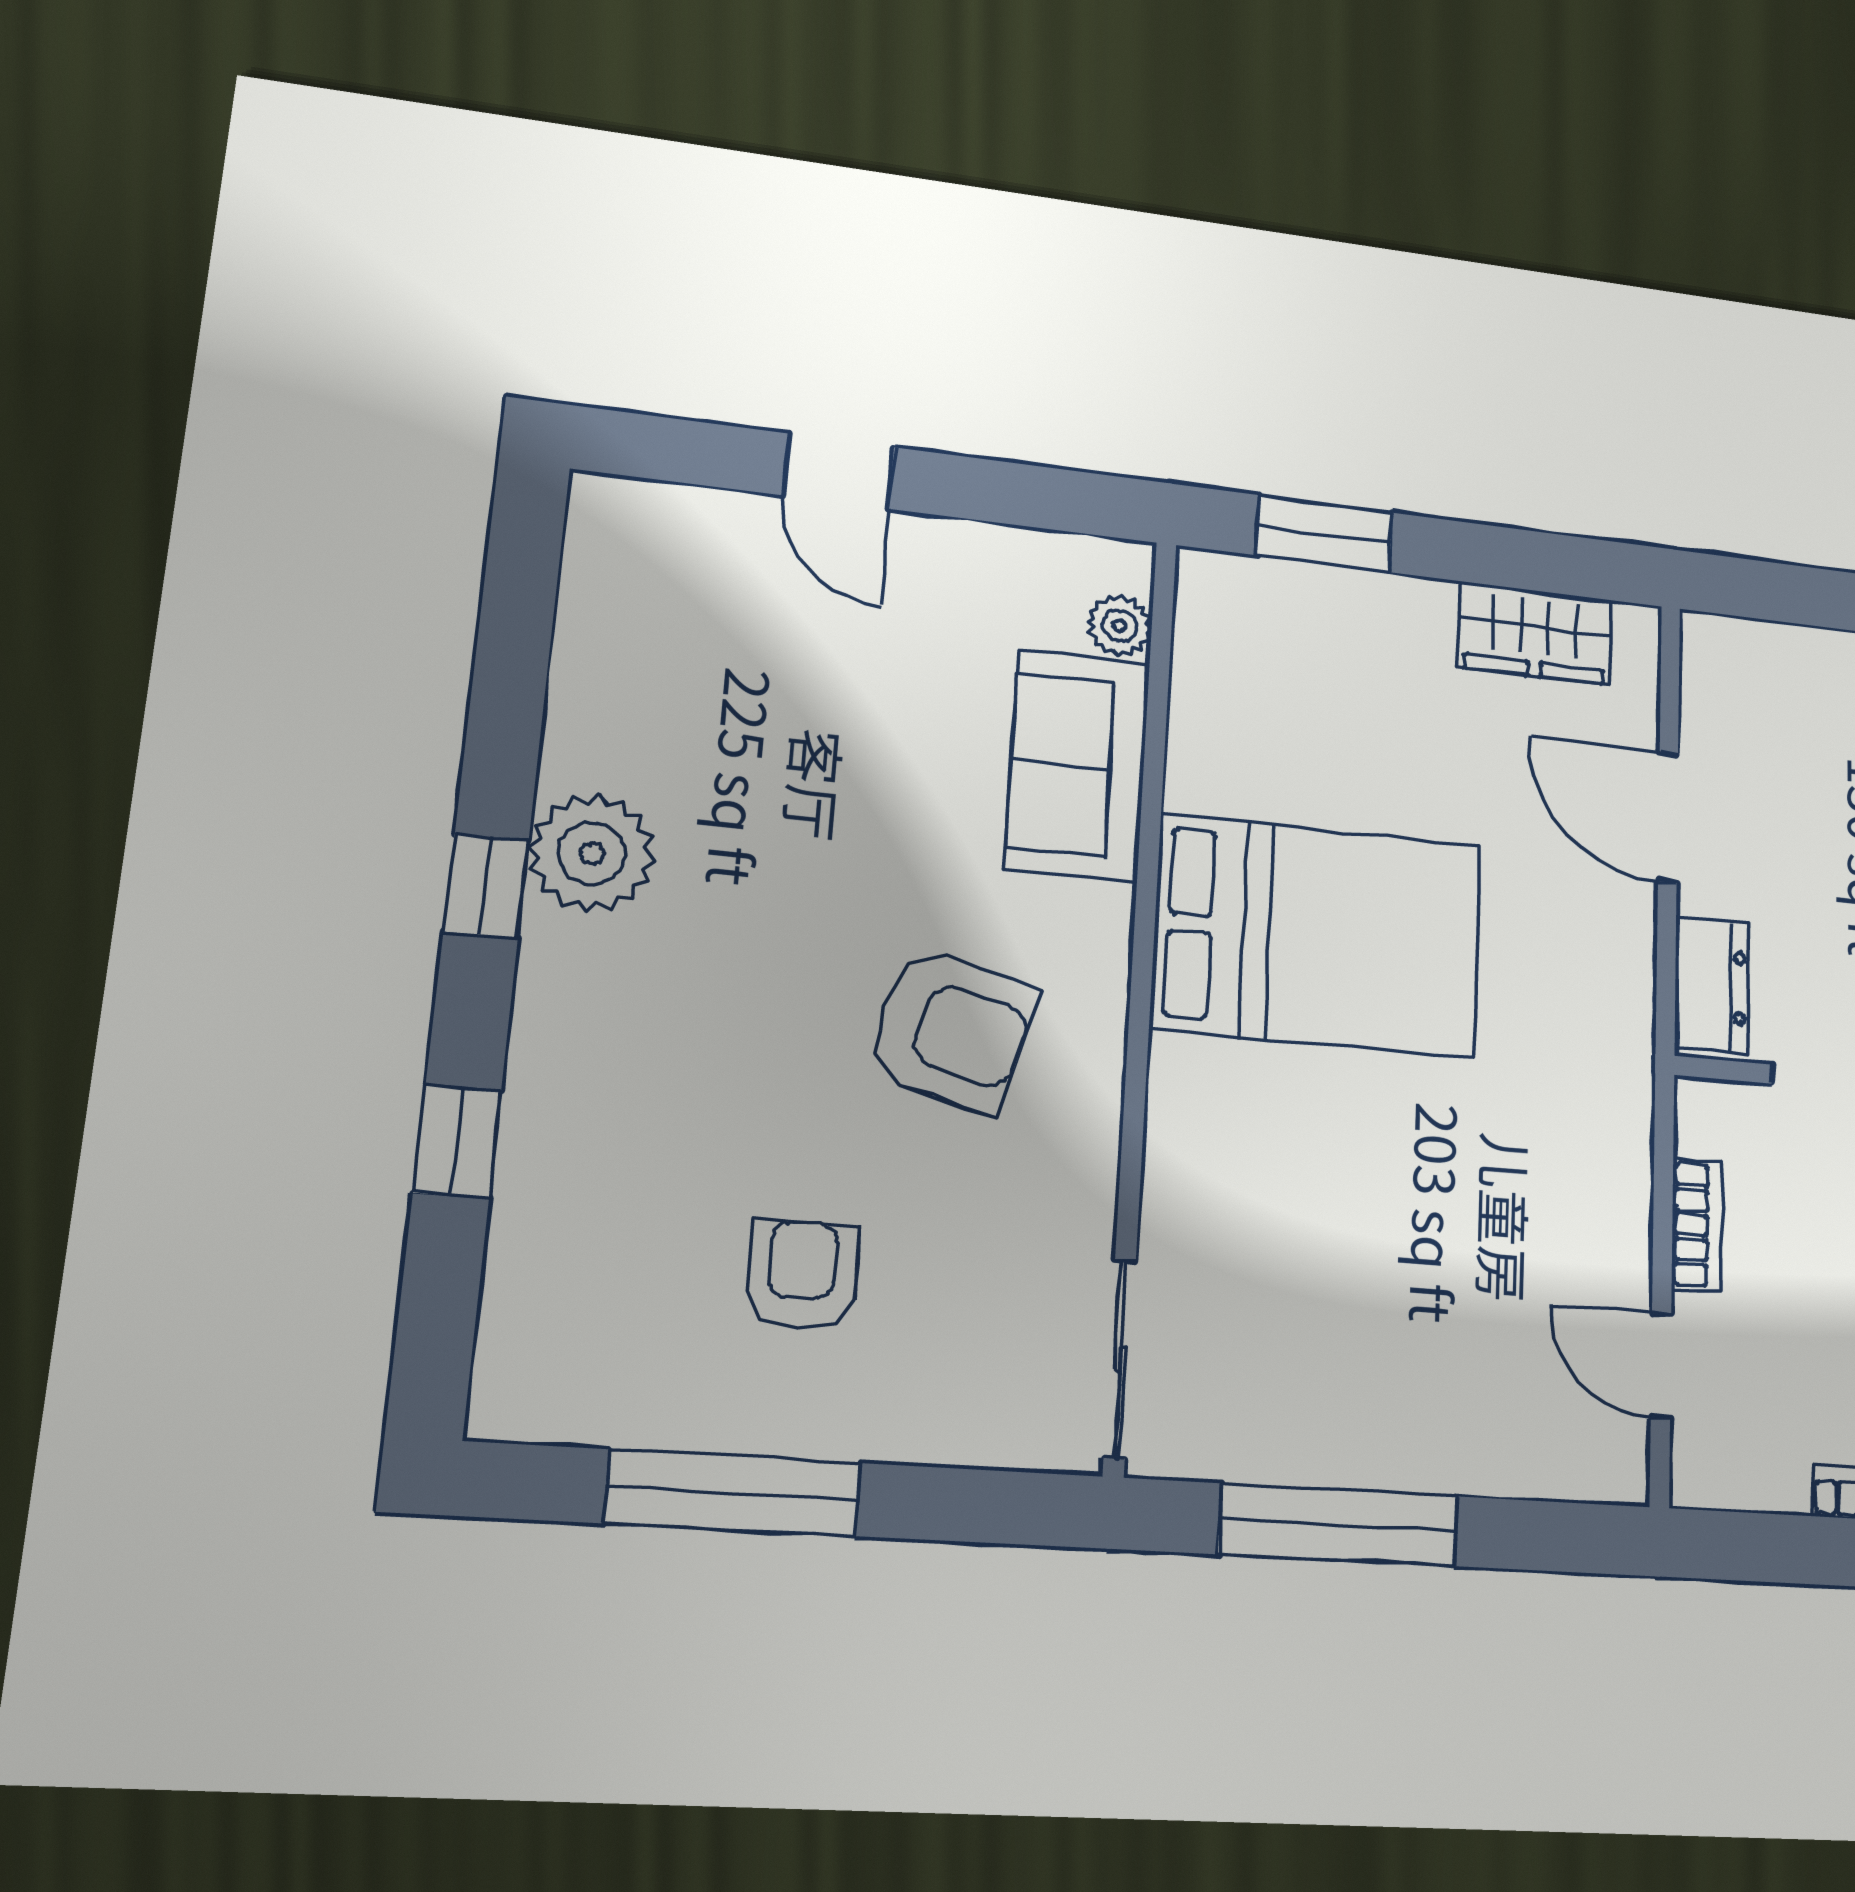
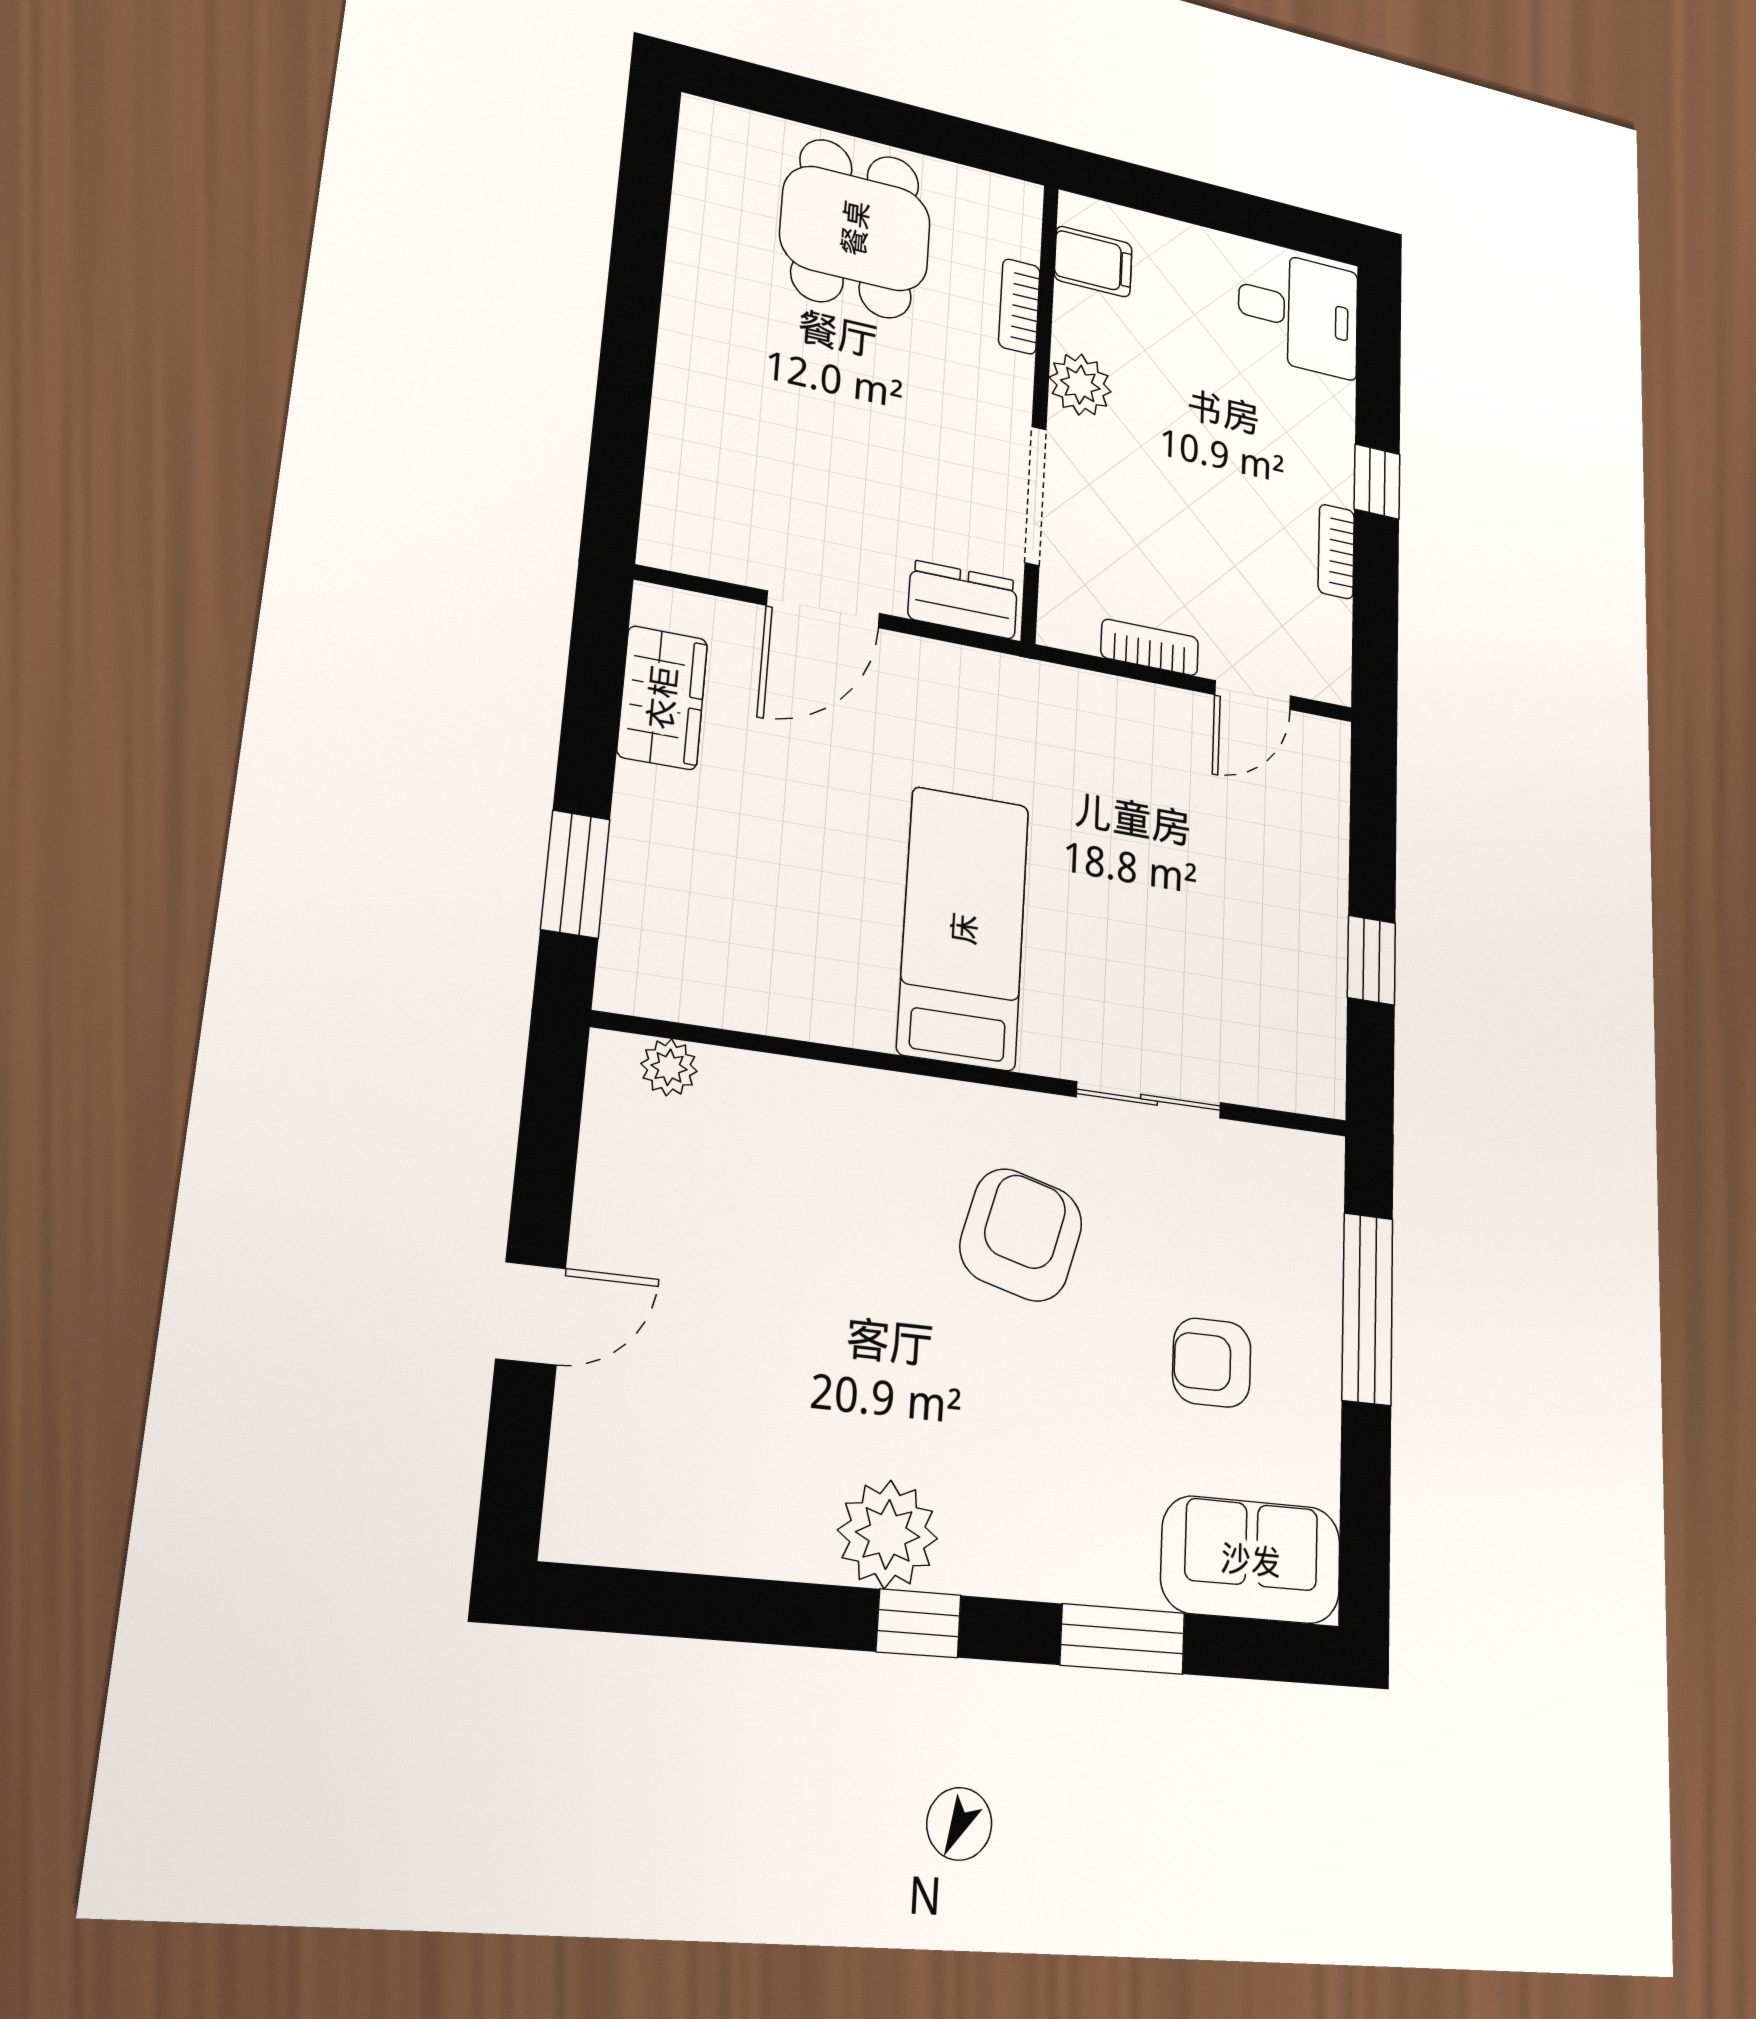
sofa: (1078, 766) -> (1251, 1560), moved, turned 180
bed: (1318, 936) -> (964, 928), width x0.67
window: (457, 1142) -> (1123, 1639), width x1.50
sliding door: (1120, 1359) -> (1149, 1100), moved
window: (733, 1493) -> (1367, 1309), moved
window: (1339, 1525) -> (1371, 960), width x0.46

